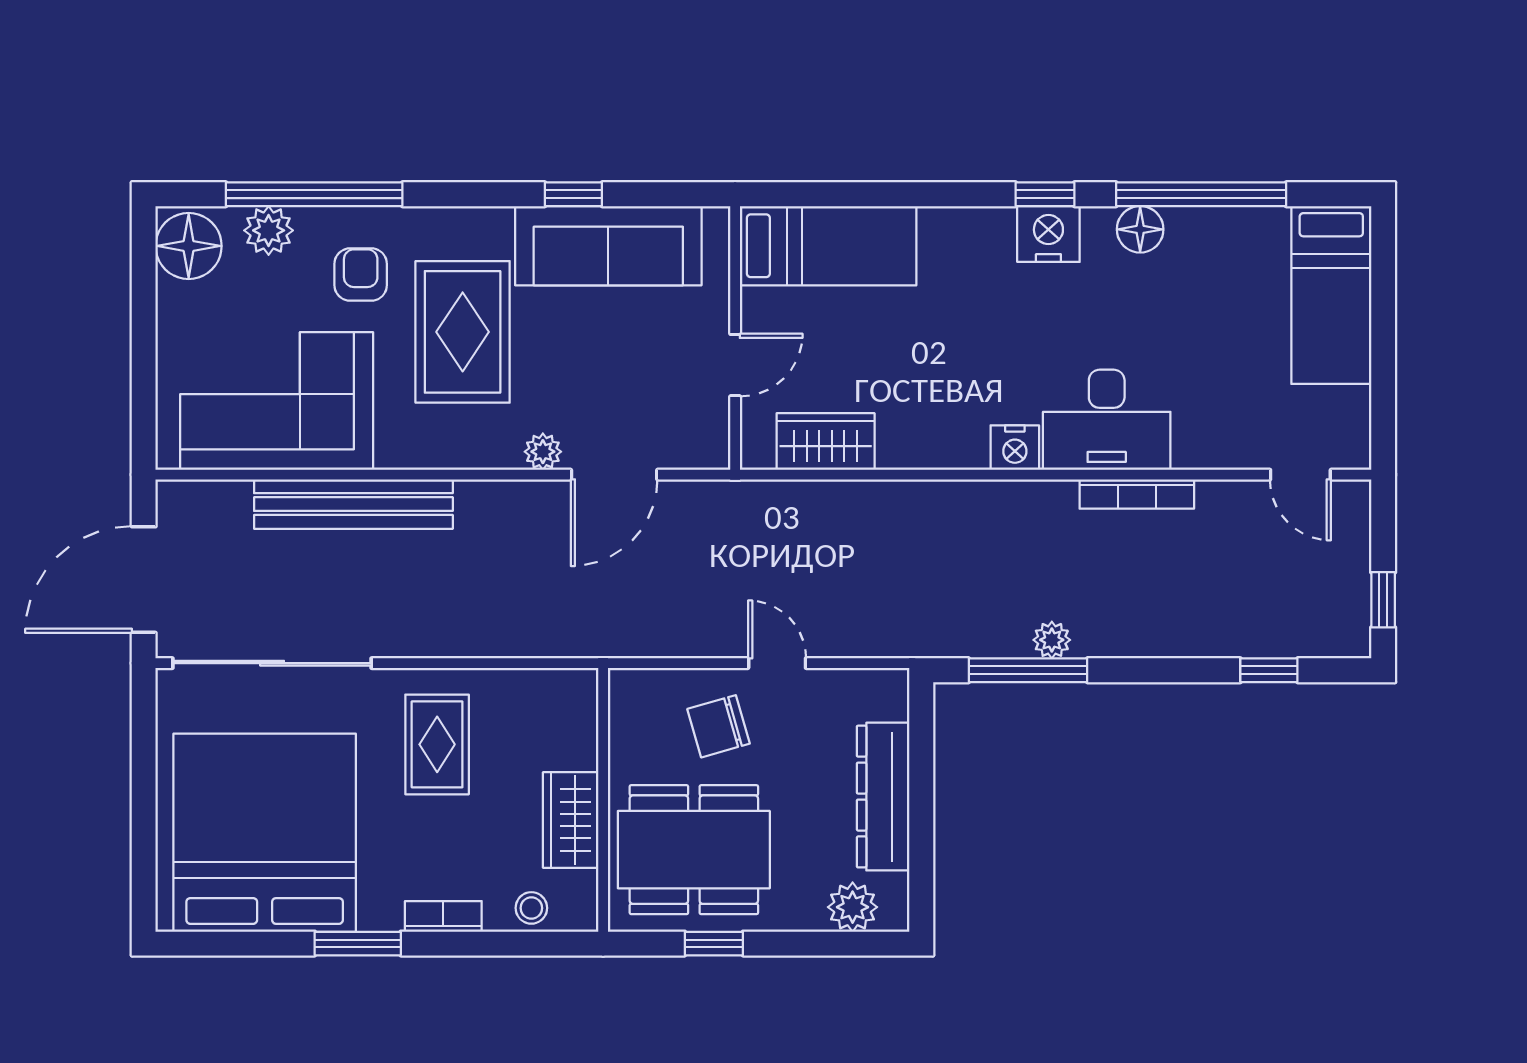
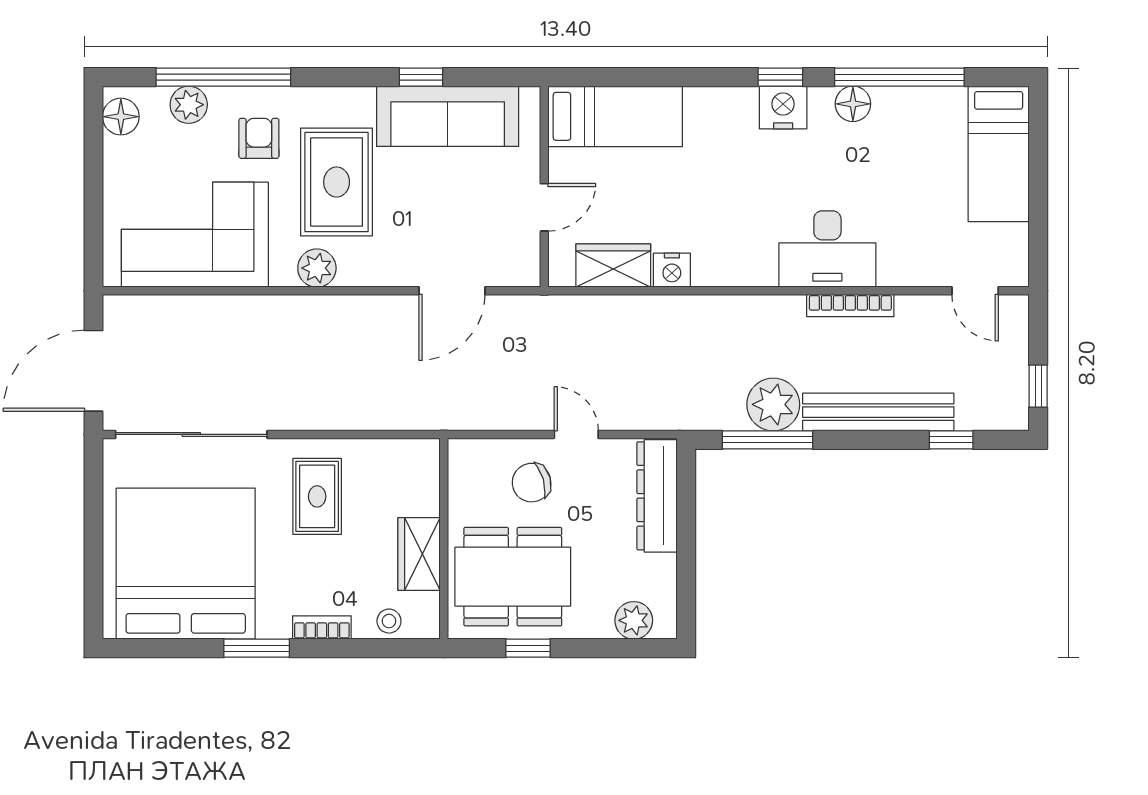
floor lamp: (189, 246) -> (121, 117), width x0.73, depth x0.73
nightstand: (1015, 448) -> (672, 270), moved
plant: (543, 452) -> (317, 268), moved, width x1.38, depth x1.38
bench: (353, 504) -> (878, 412), moved
plant: (1052, 640) -> (773, 404), width x1.88, depth x1.88
dresser: (883, 797) -> (657, 496), moved

